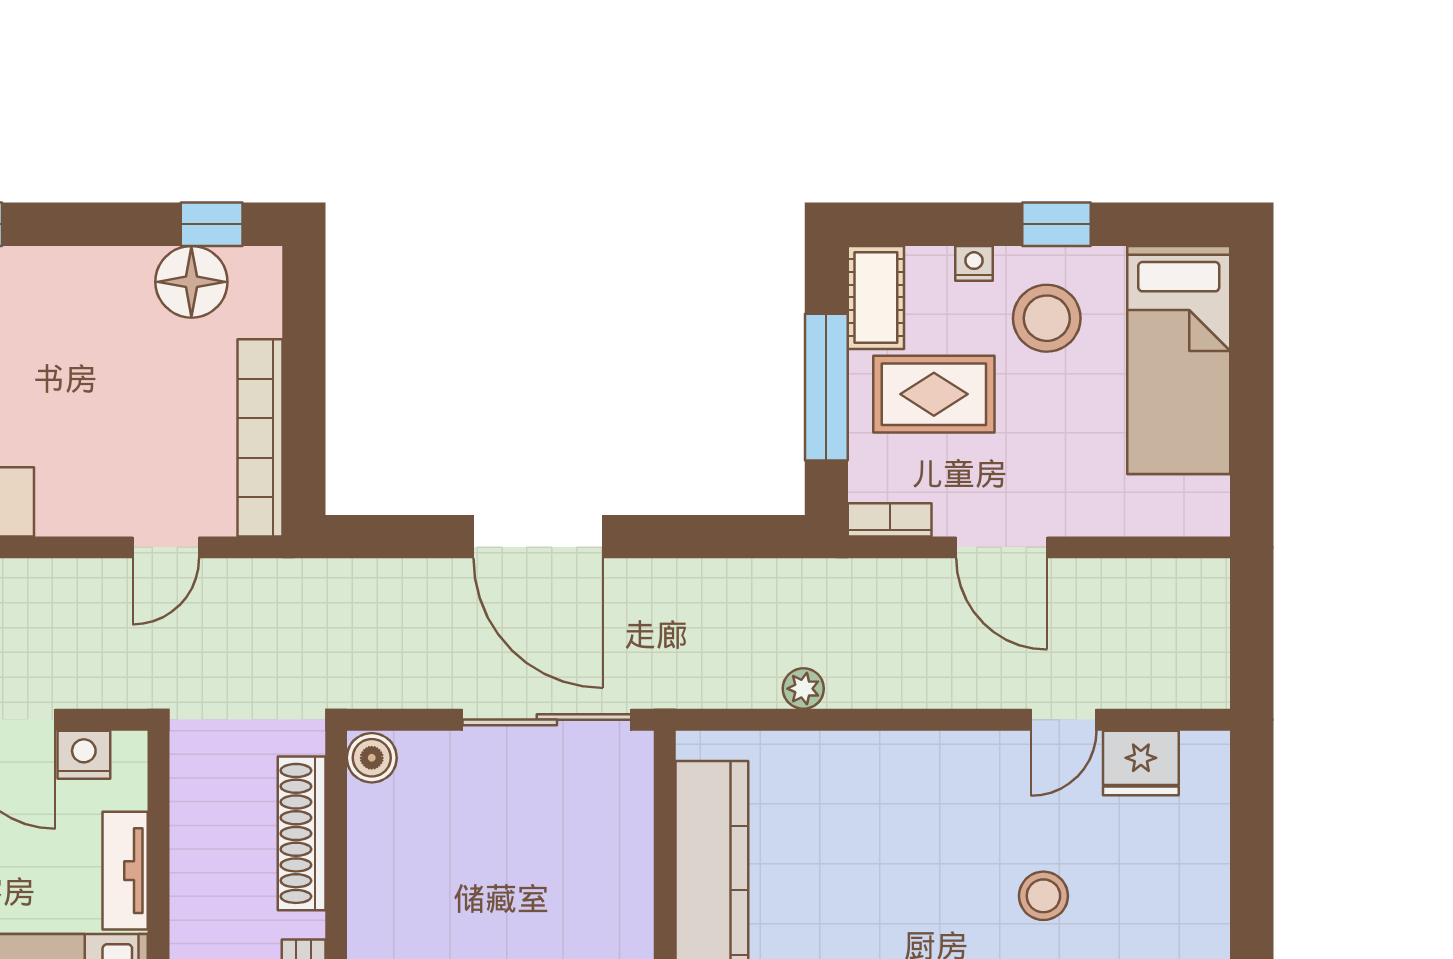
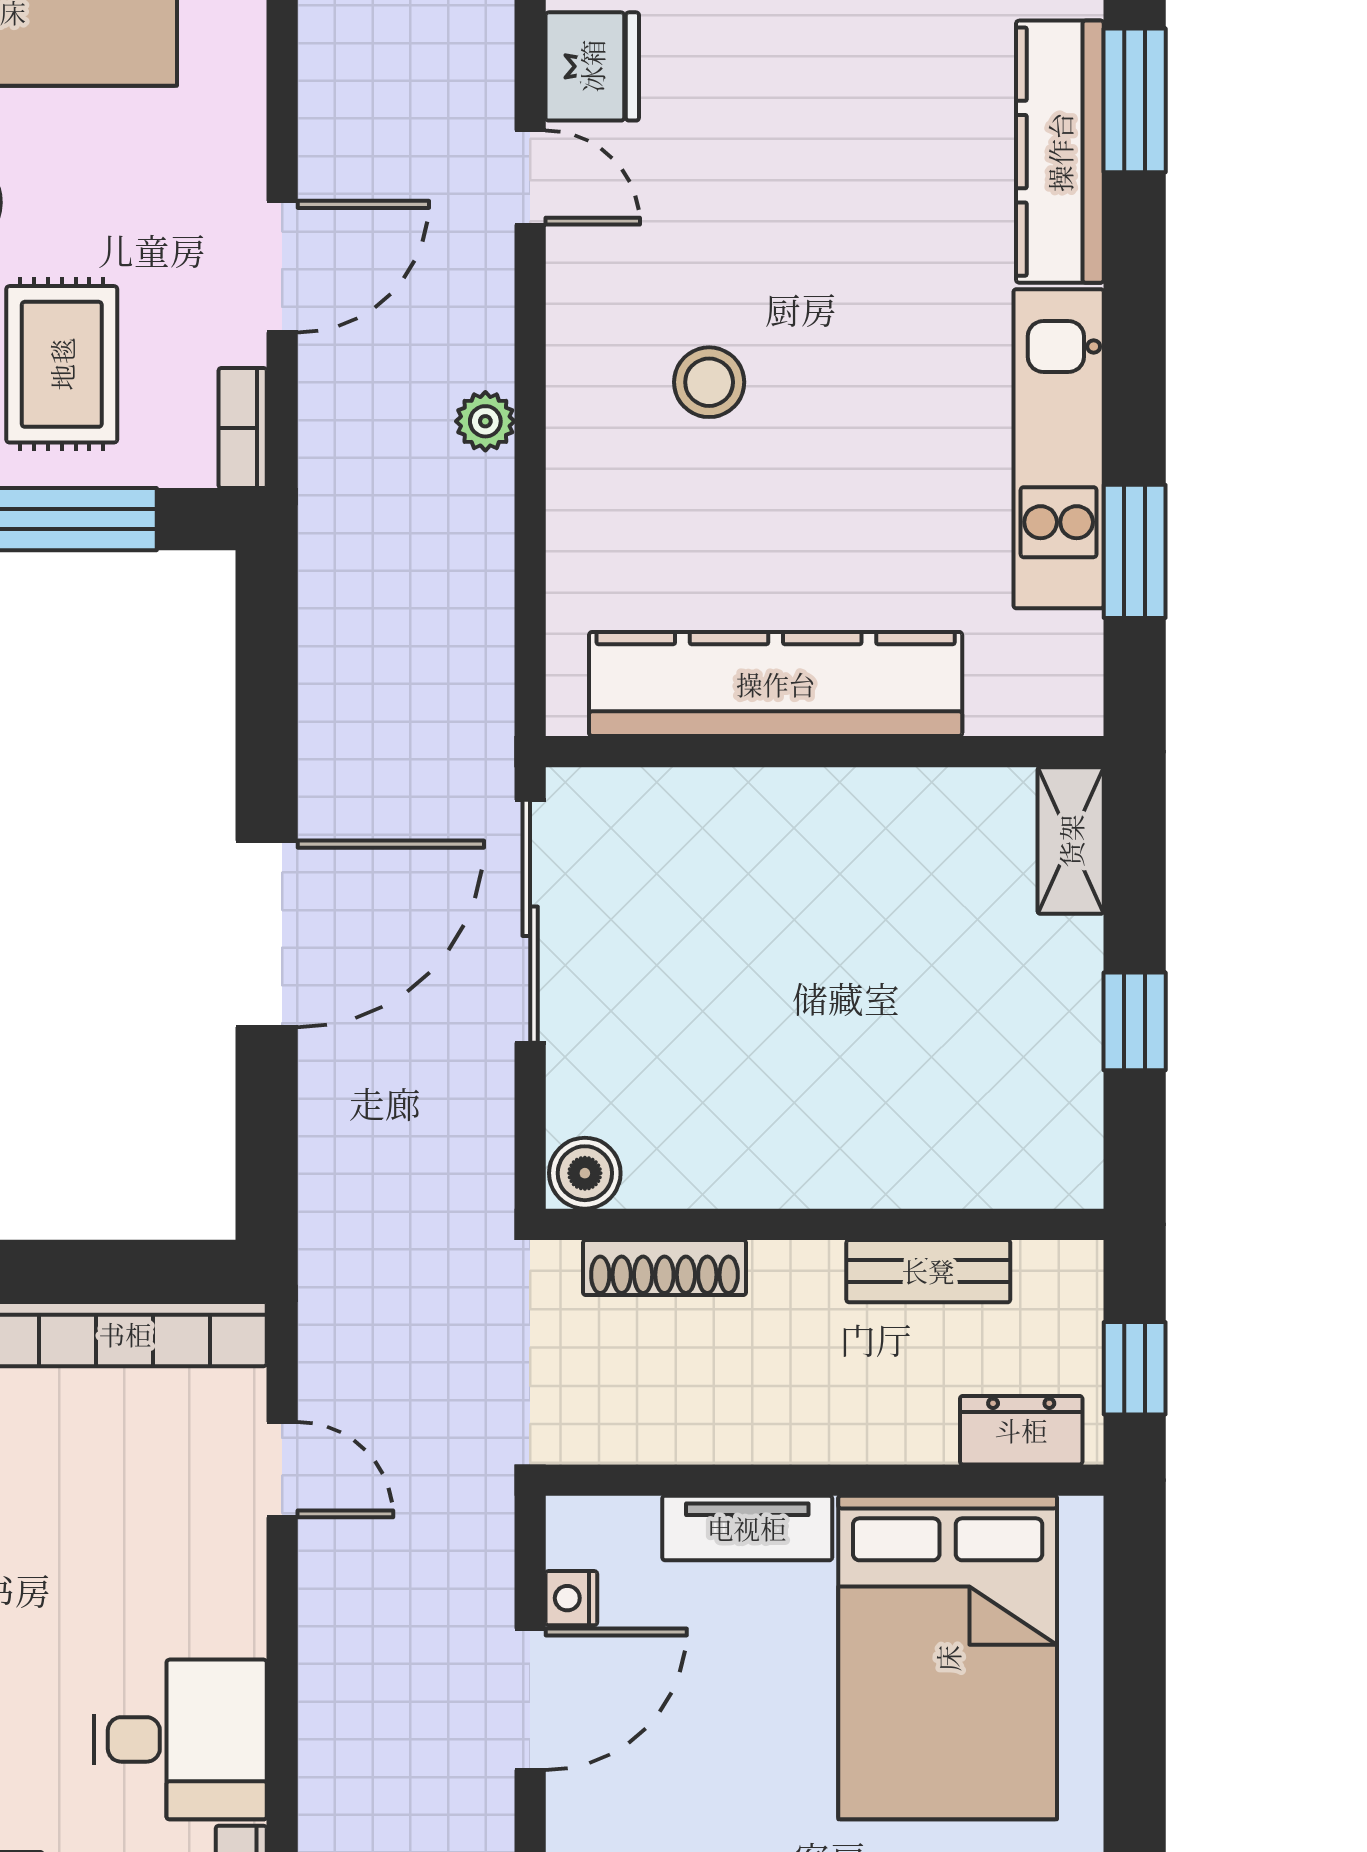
plant: (803, 689) -> (485, 421), moved
nightstand: (84, 755) -> (571, 1598), width x0.72, depth x0.74
shoe rack: (302, 833) -> (664, 1268), width x0.74, depth x0.81
stool: (1043, 896) -> (709, 382), moved

